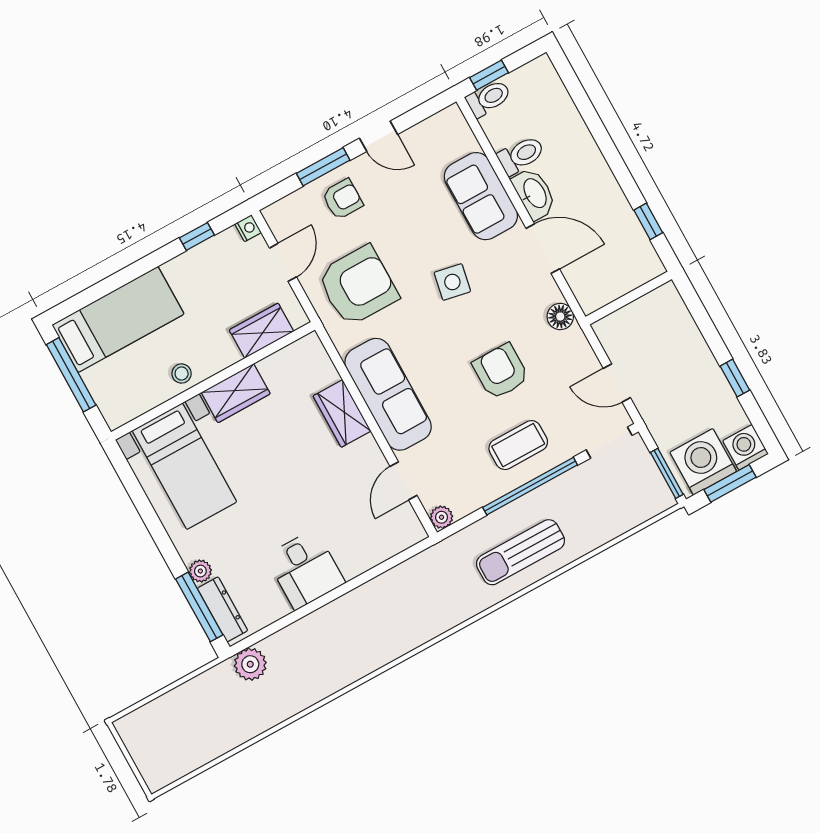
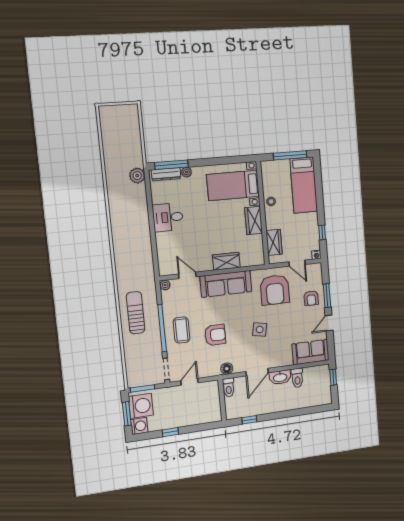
toilet: (489, 98) -> (229, 387), moved
sofa: (481, 196) -> (310, 352), moved

